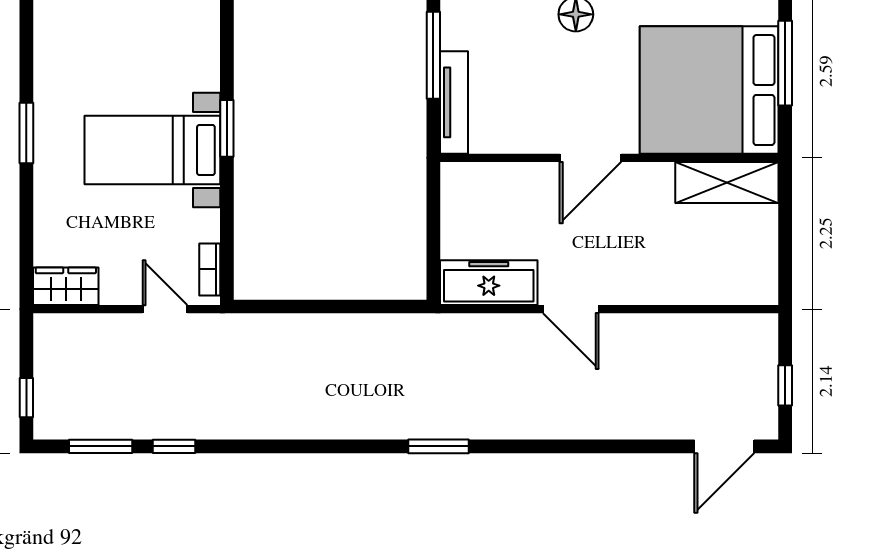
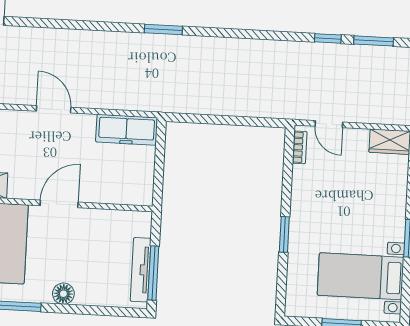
tv unit: (454, 102) -> (141, 270), moved
bed with nightstands: (152, 150) -> (361, 276), moved, turned 180
door: (571, 309) -> (54, 109), moved

